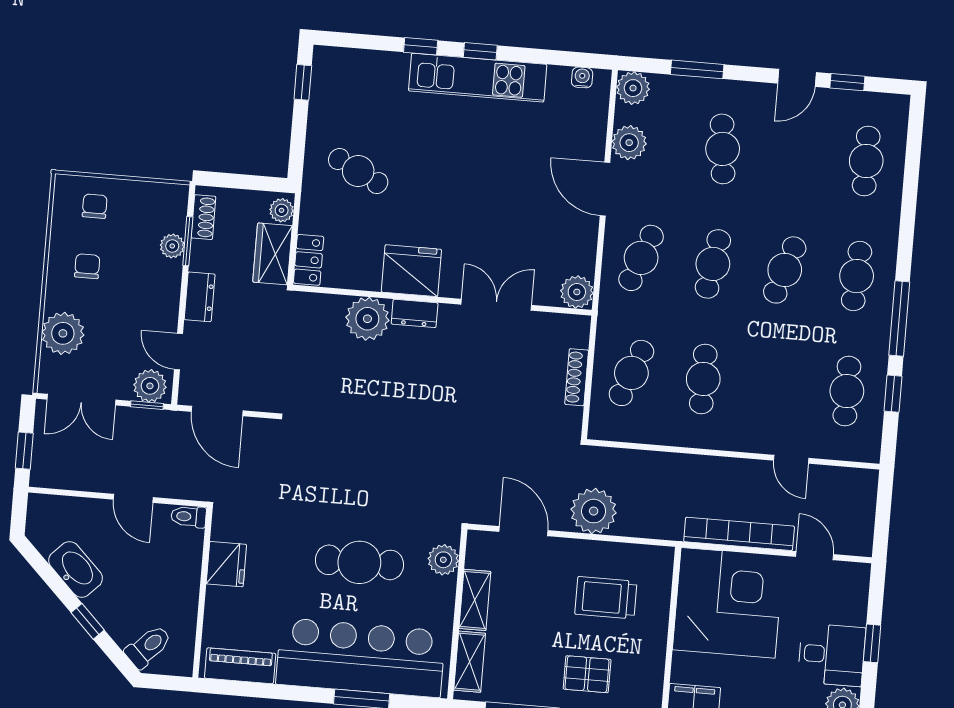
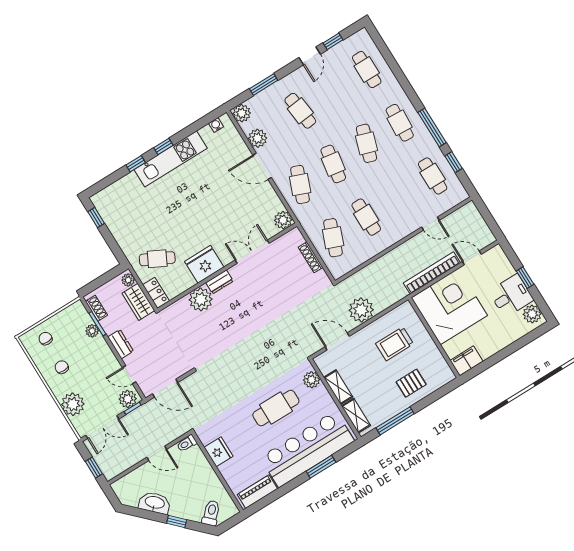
cafe table: (358, 171) -> (157, 259), moved

